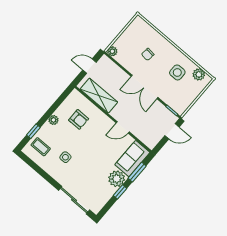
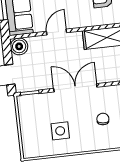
plant: (199, 74) -> (40, 149), removed
boiler: (151, 141) -> (19, 46), added

